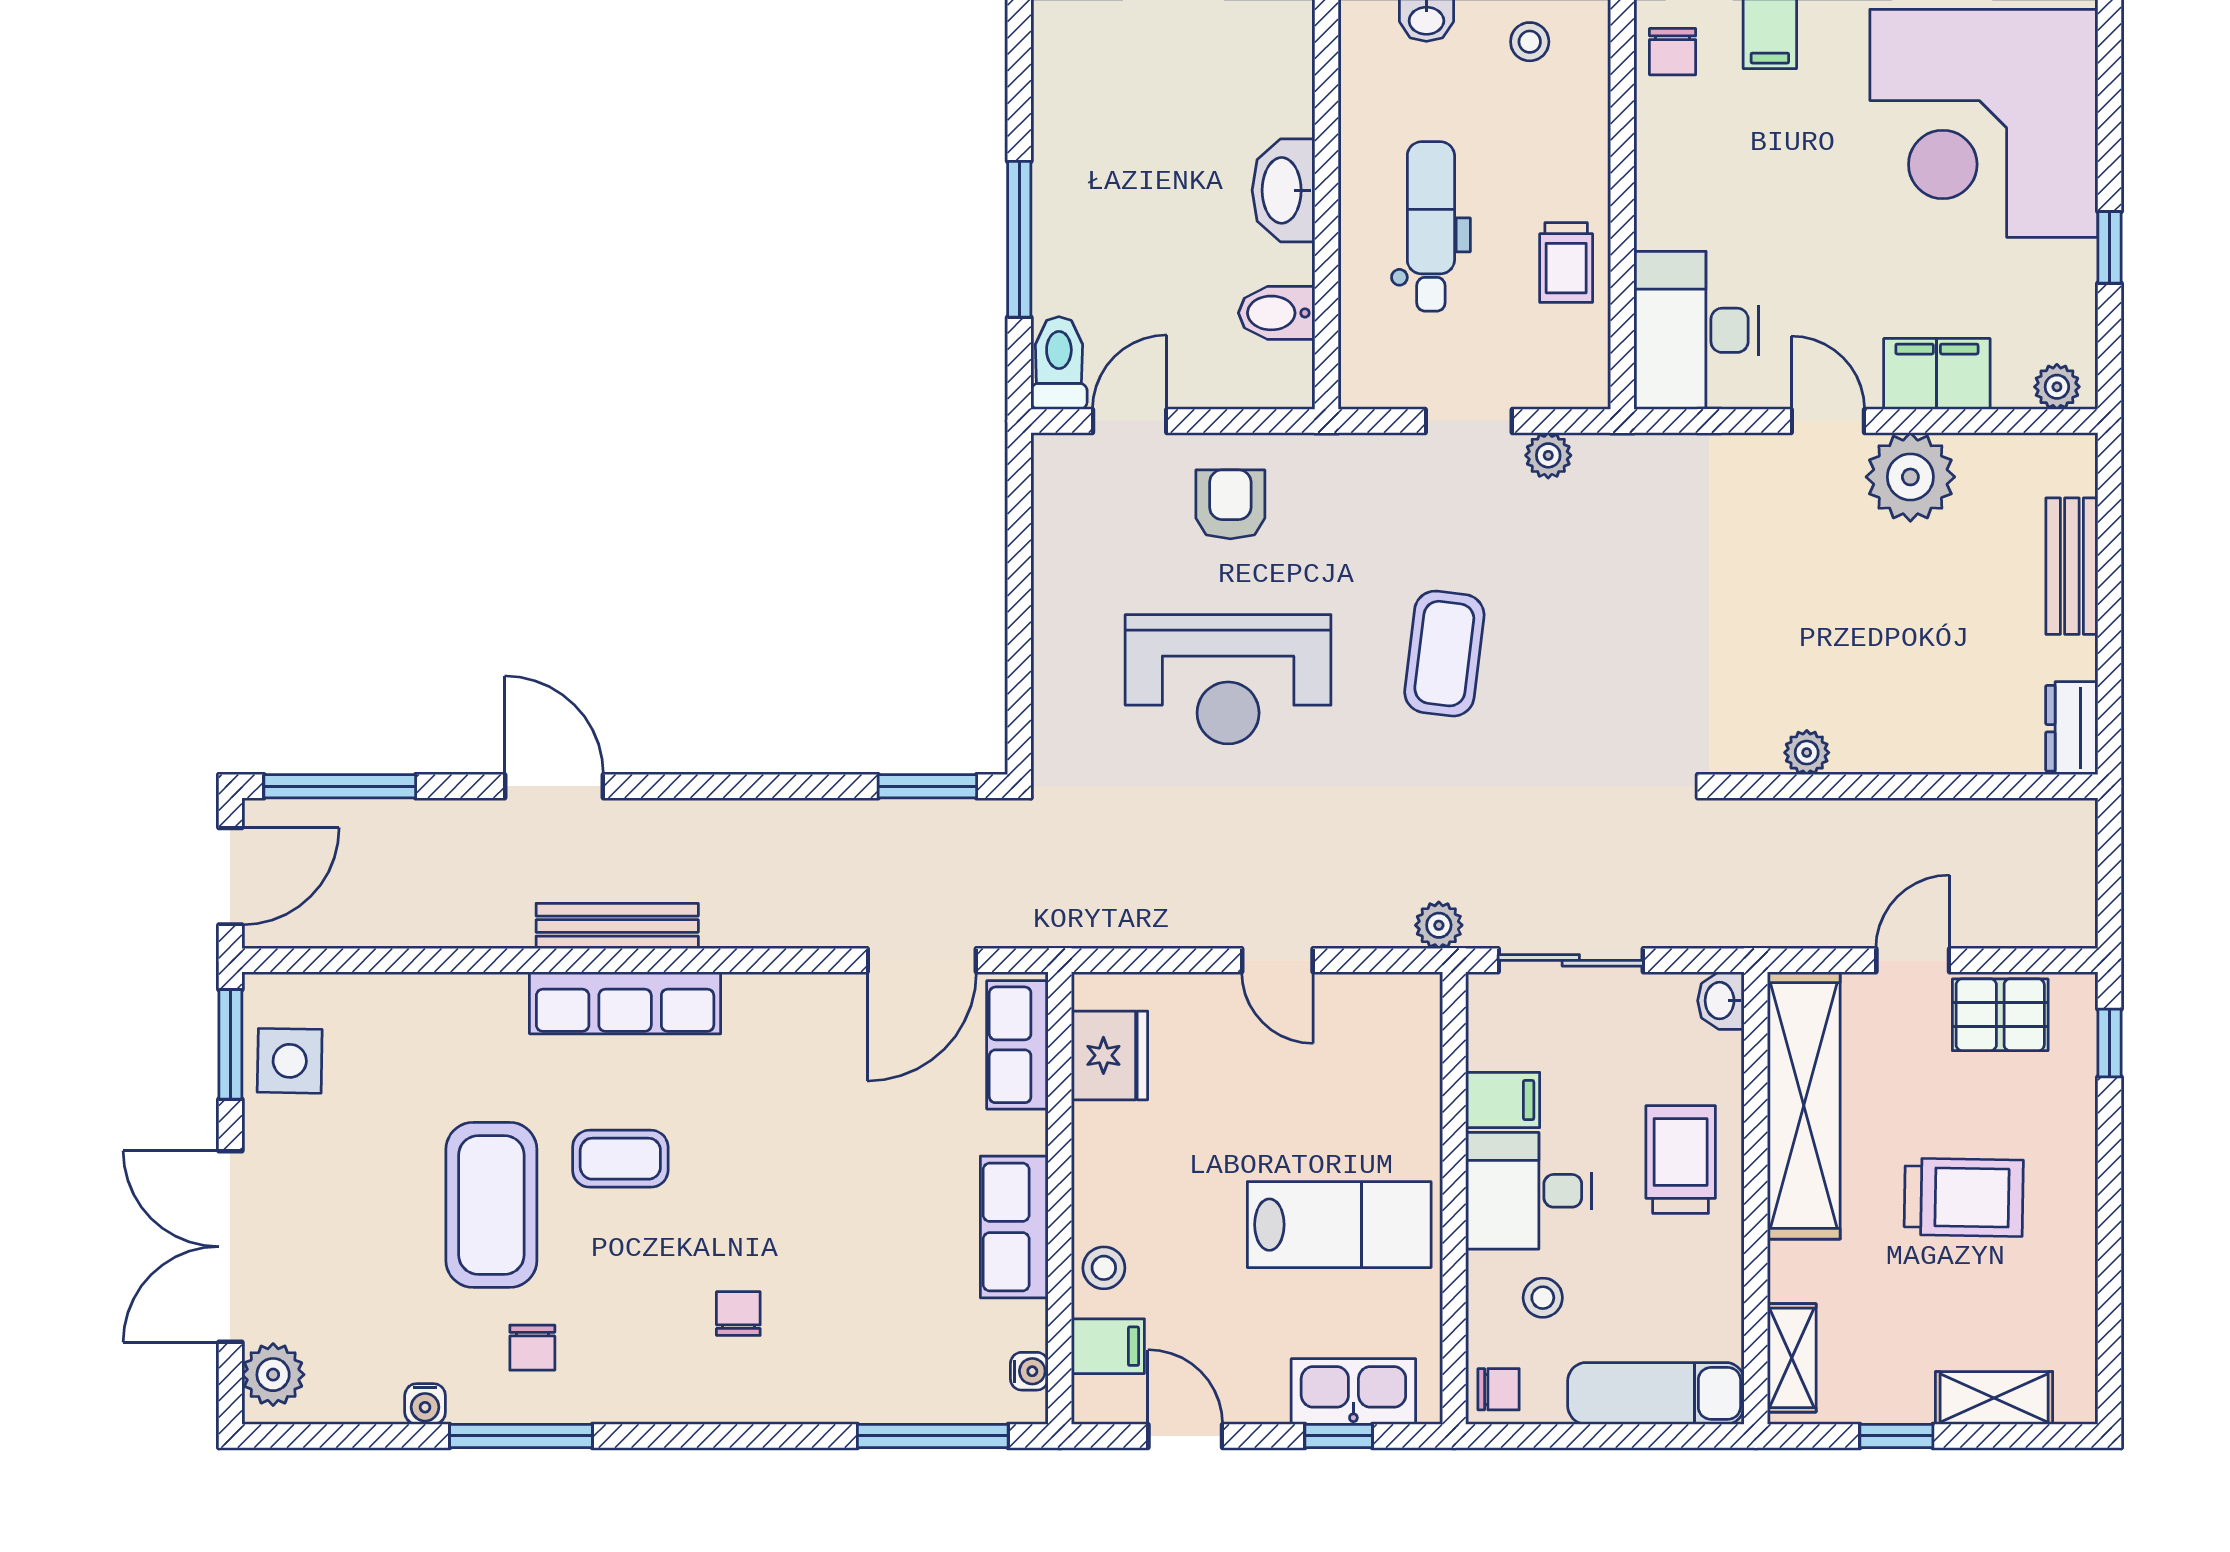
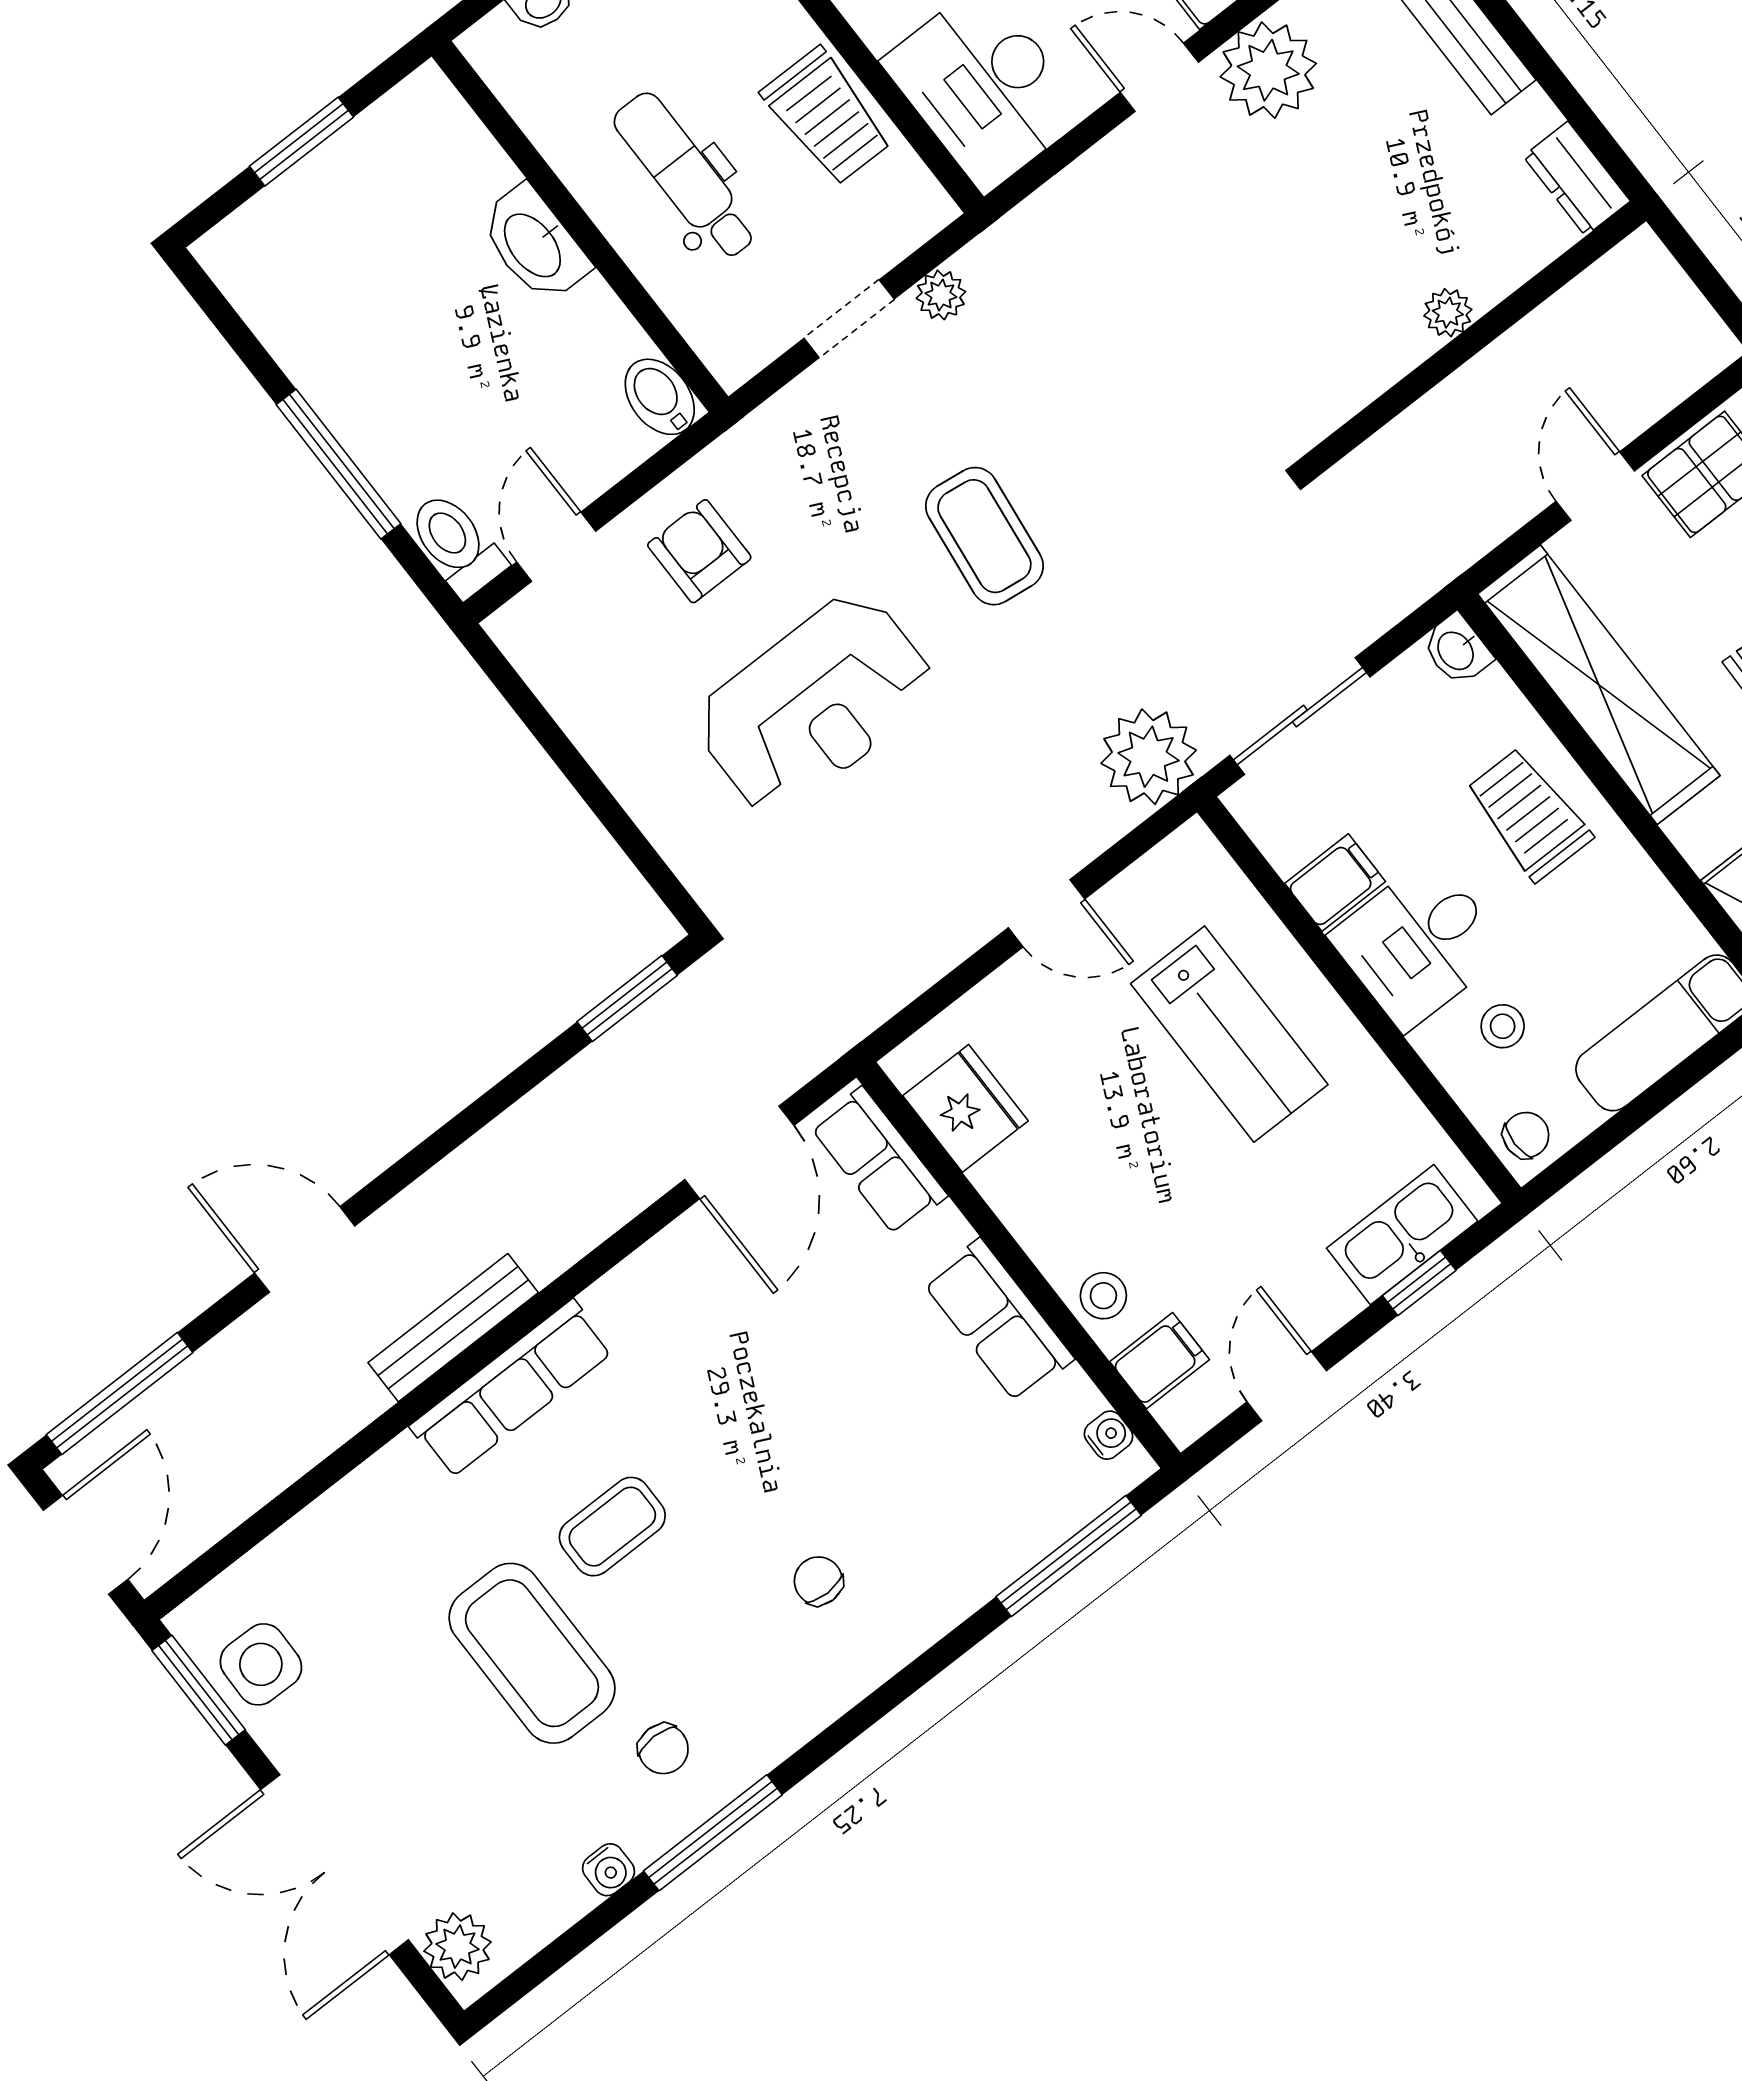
trolley: (1566, 262) -> (827, 116), width x1.36, depth x1.39
bidet: (1277, 313) -> (660, 397), moved, turned 90
plant: (1807, 753) -> (1448, 313), moved
plant: (1439, 925) -> (1149, 757), width x1.88, depth x1.88
lab bench: (1339, 1225) -> (1229, 1034), moved, turned 90
door: (1185, 1436) -> (1287, 1386), hinge flipped

